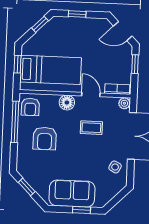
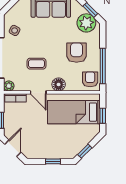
door: (123, 31) -> (13, 148), hinge flipped
plant: (32, 172) -> (86, 23), added

